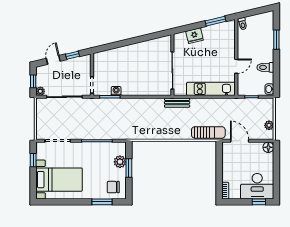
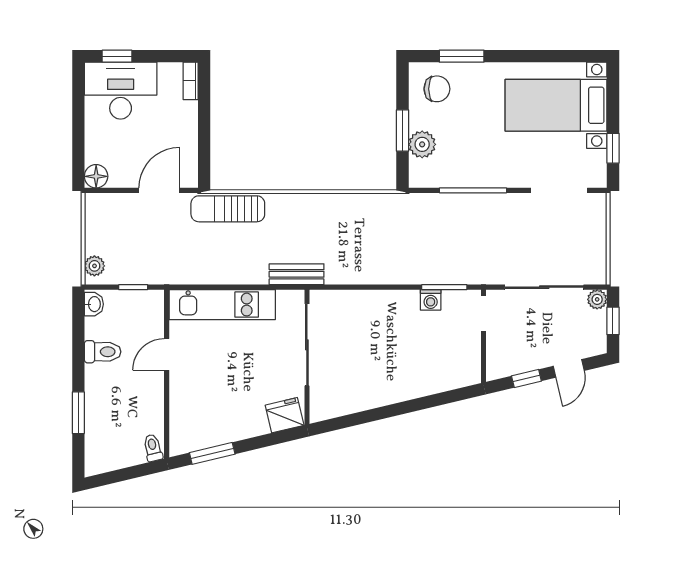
fridge: (194, 36) -> (285, 415), moved
plant: (269, 125) -> (94, 266), moved
door: (240, 141) -> (159, 190), swing flipped

